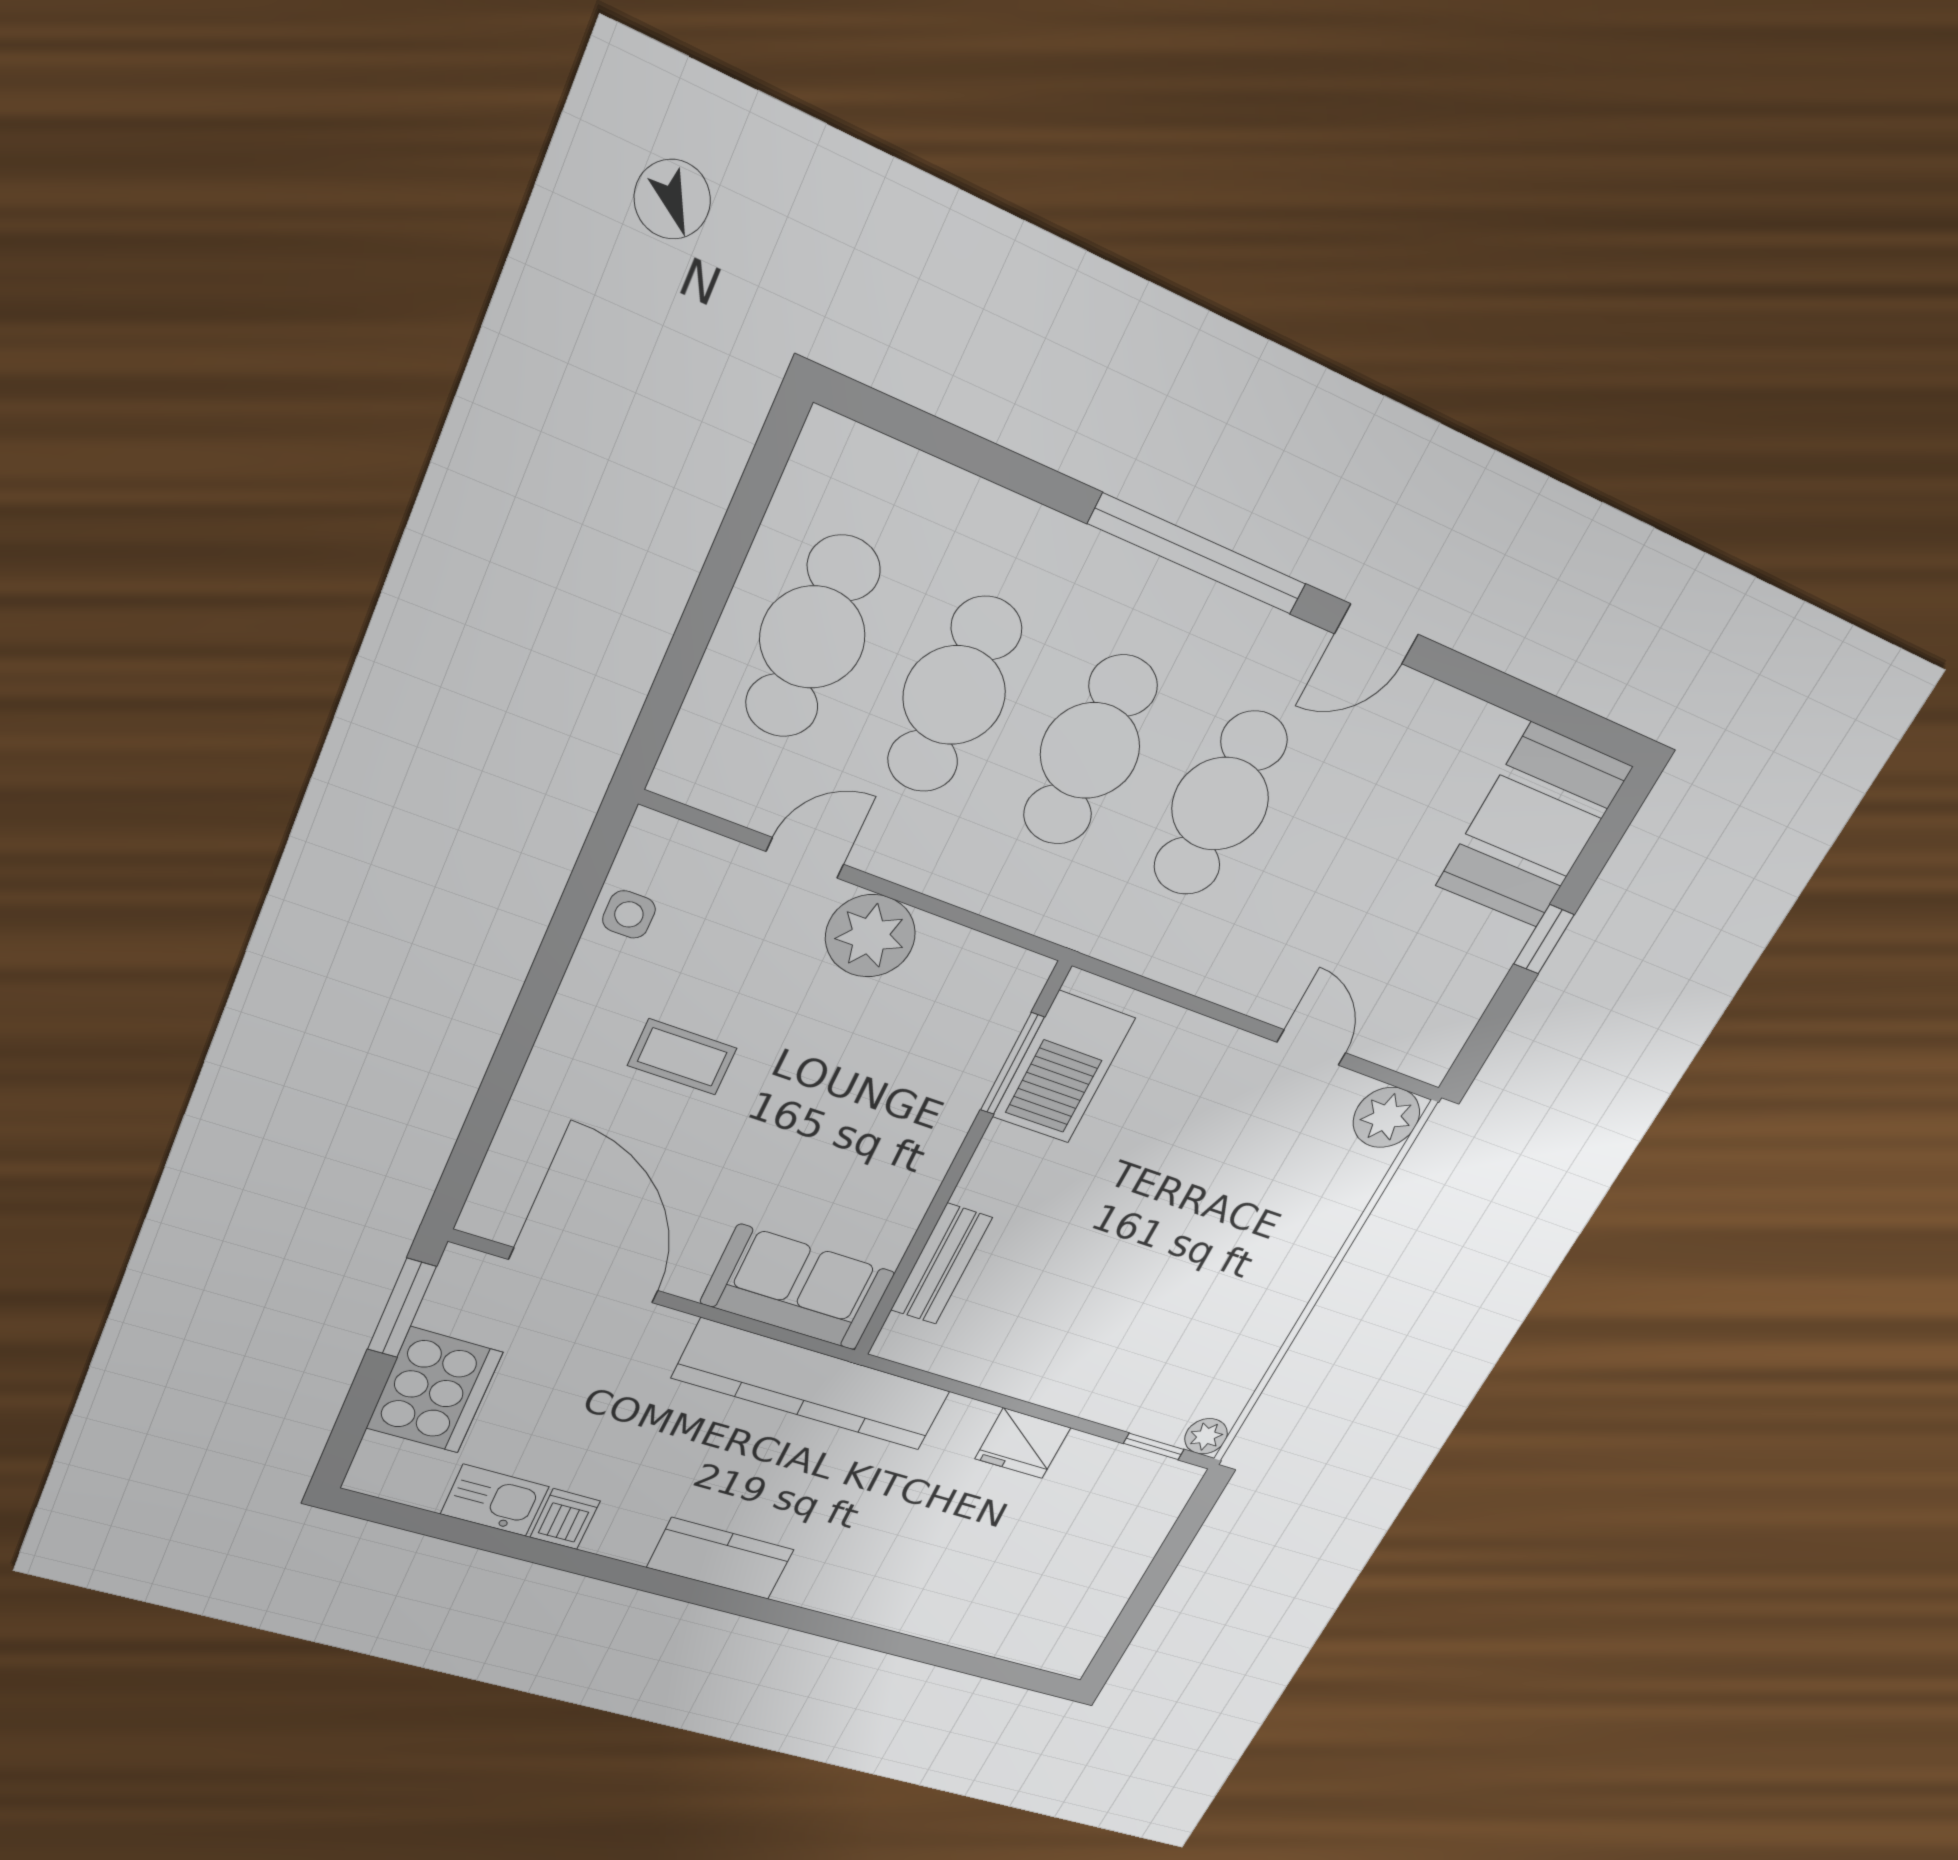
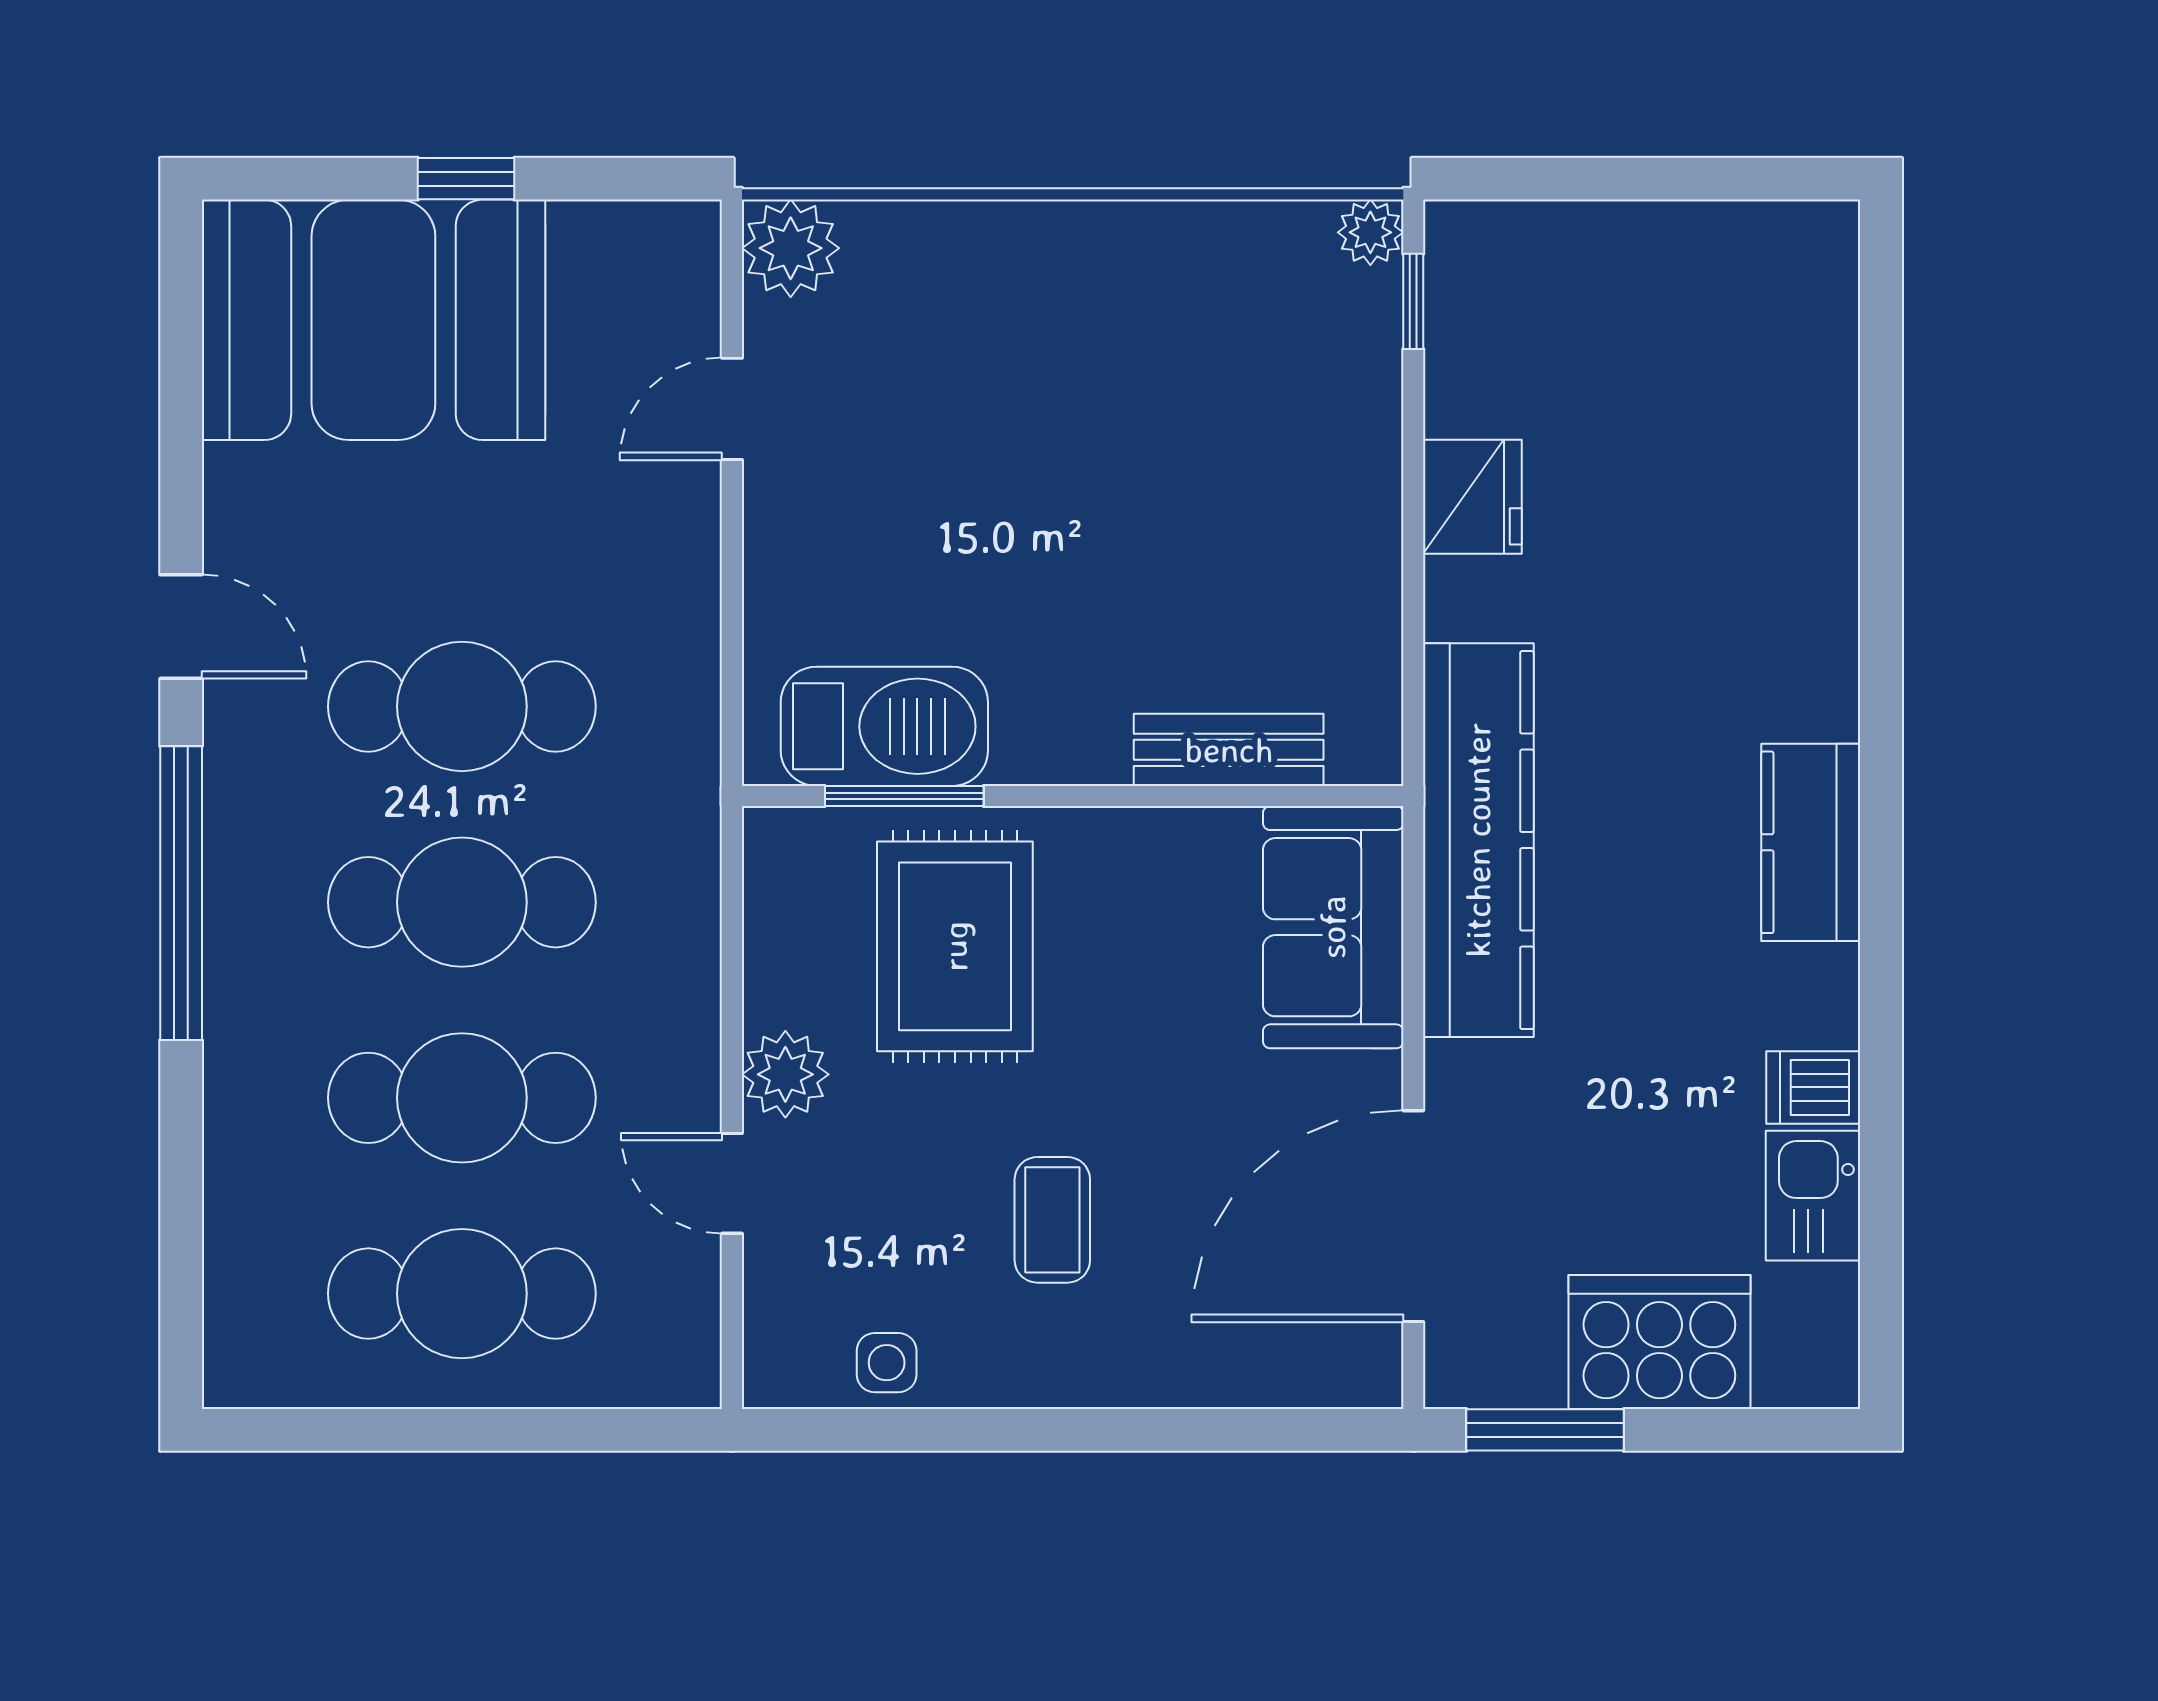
booth: (1534, 826) -> (373, 320), width x1.36, depth x1.42
plant: (870, 936) -> (785, 1074), width x0.73, depth x0.73
rug: (898, 1060) -> (955, 946), added

